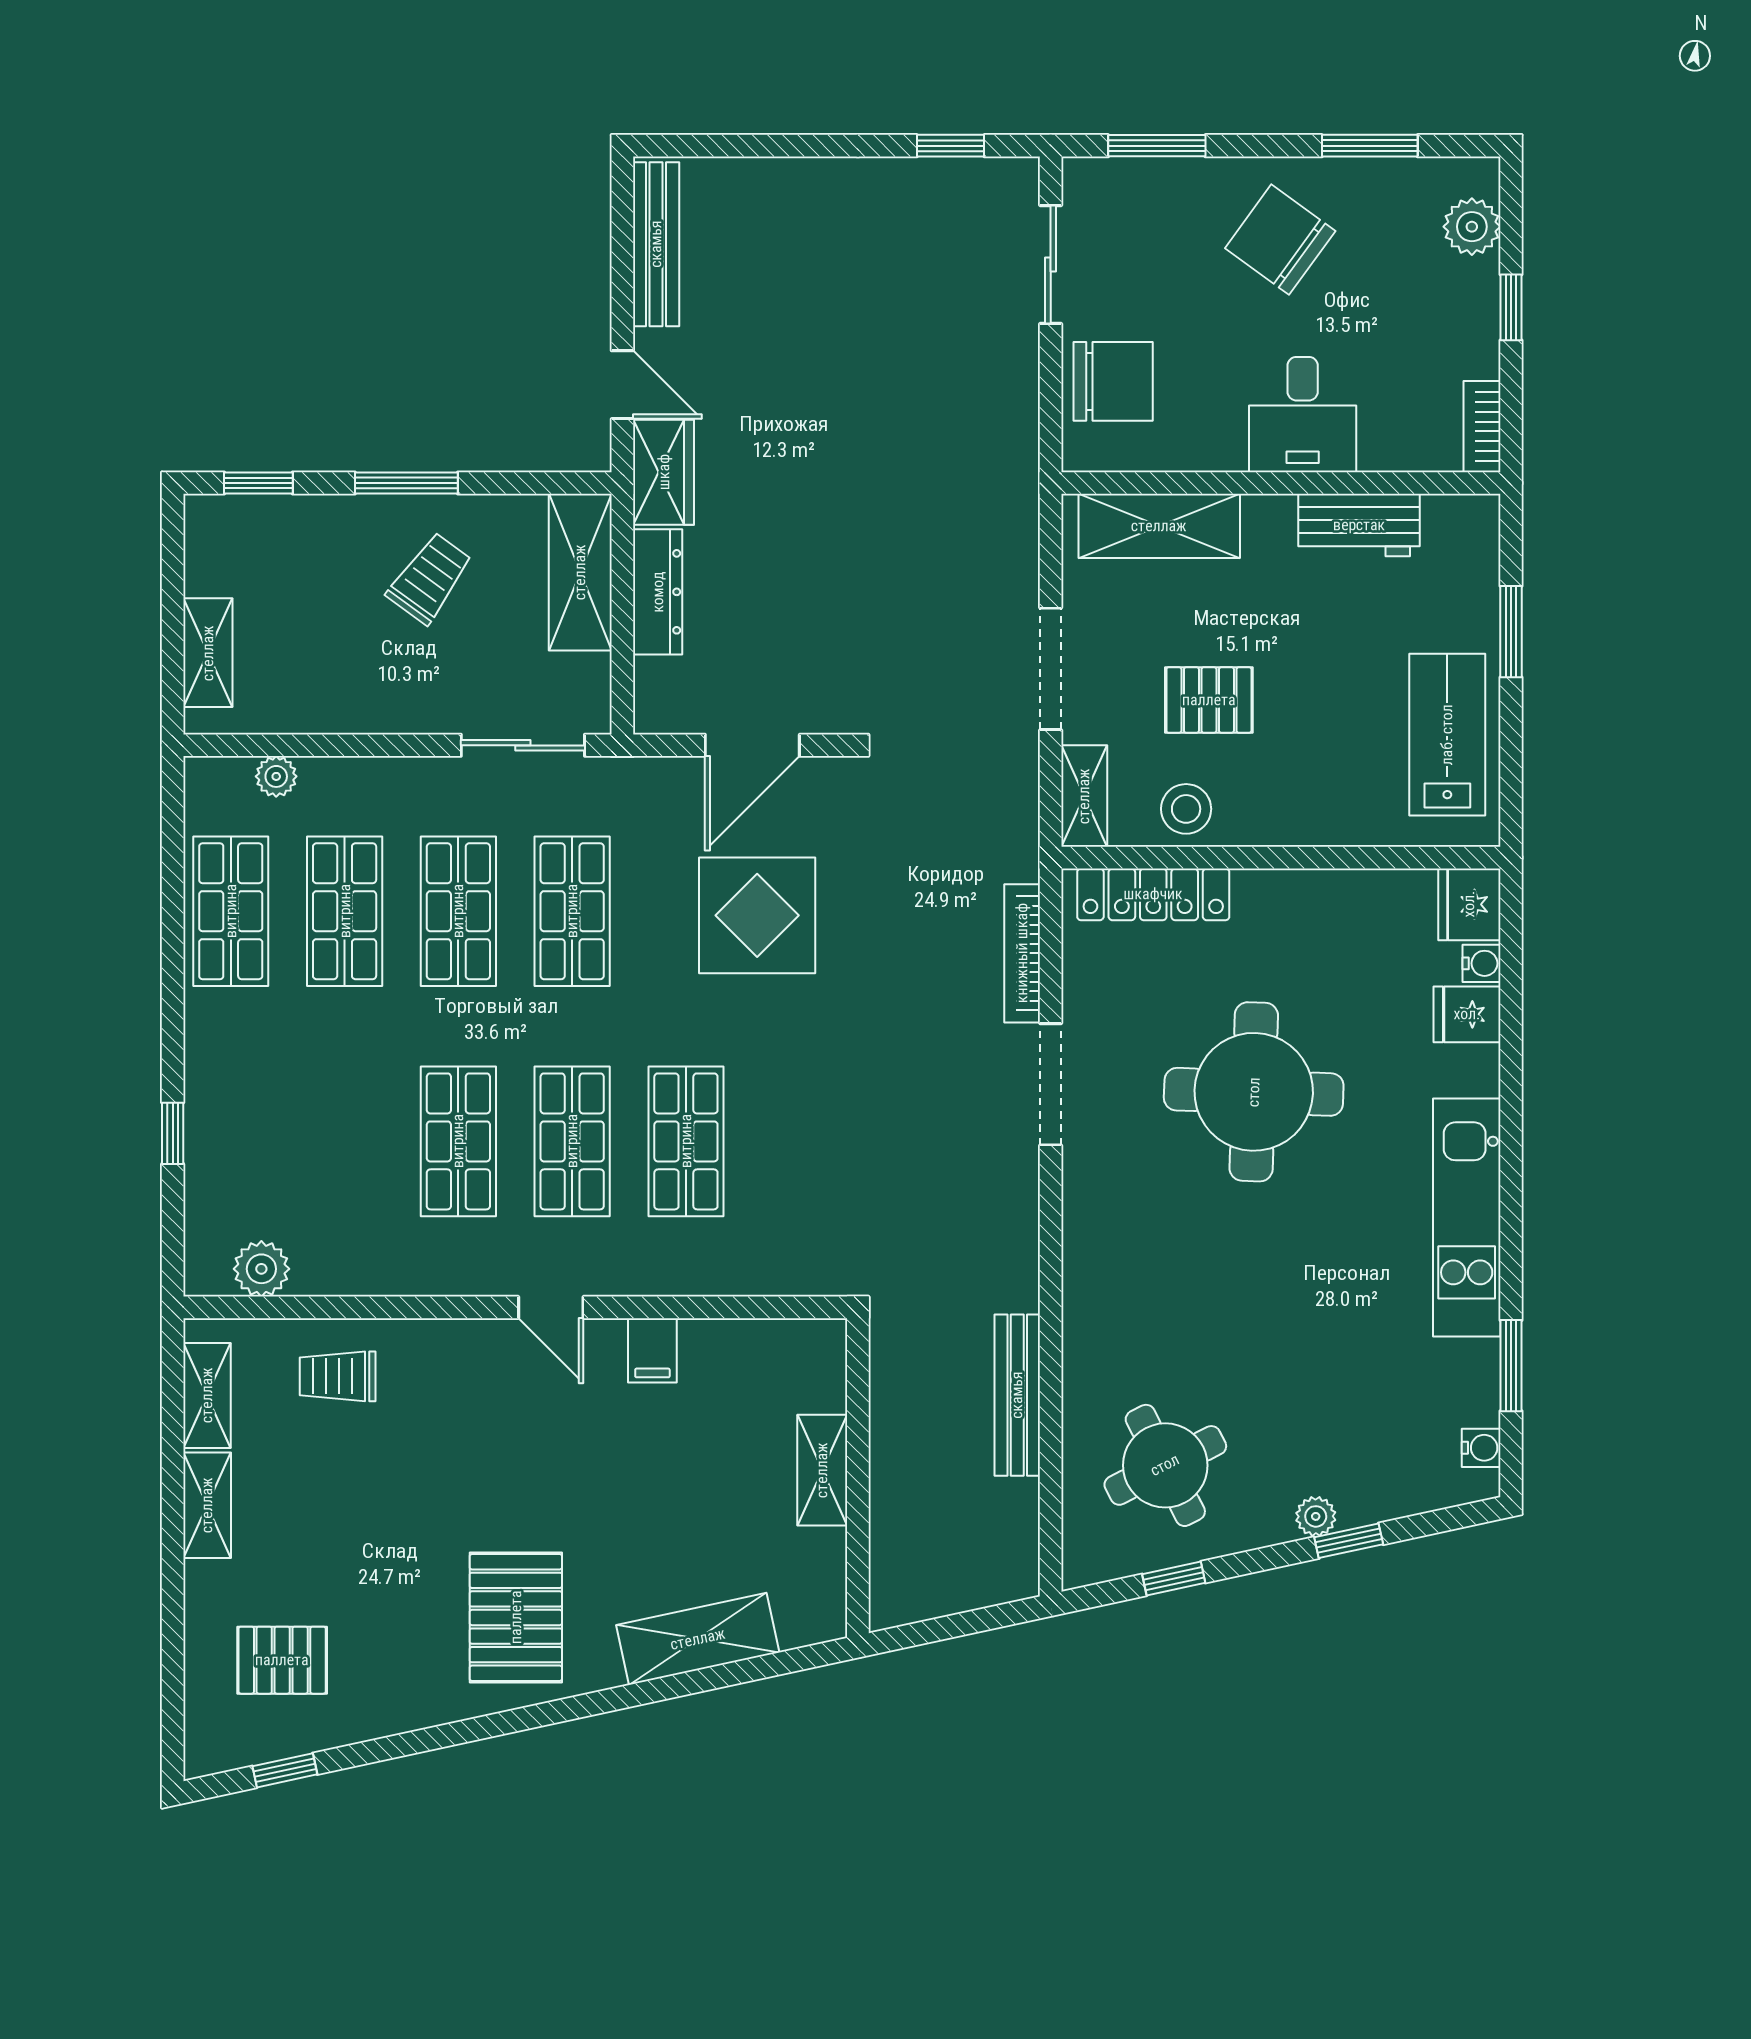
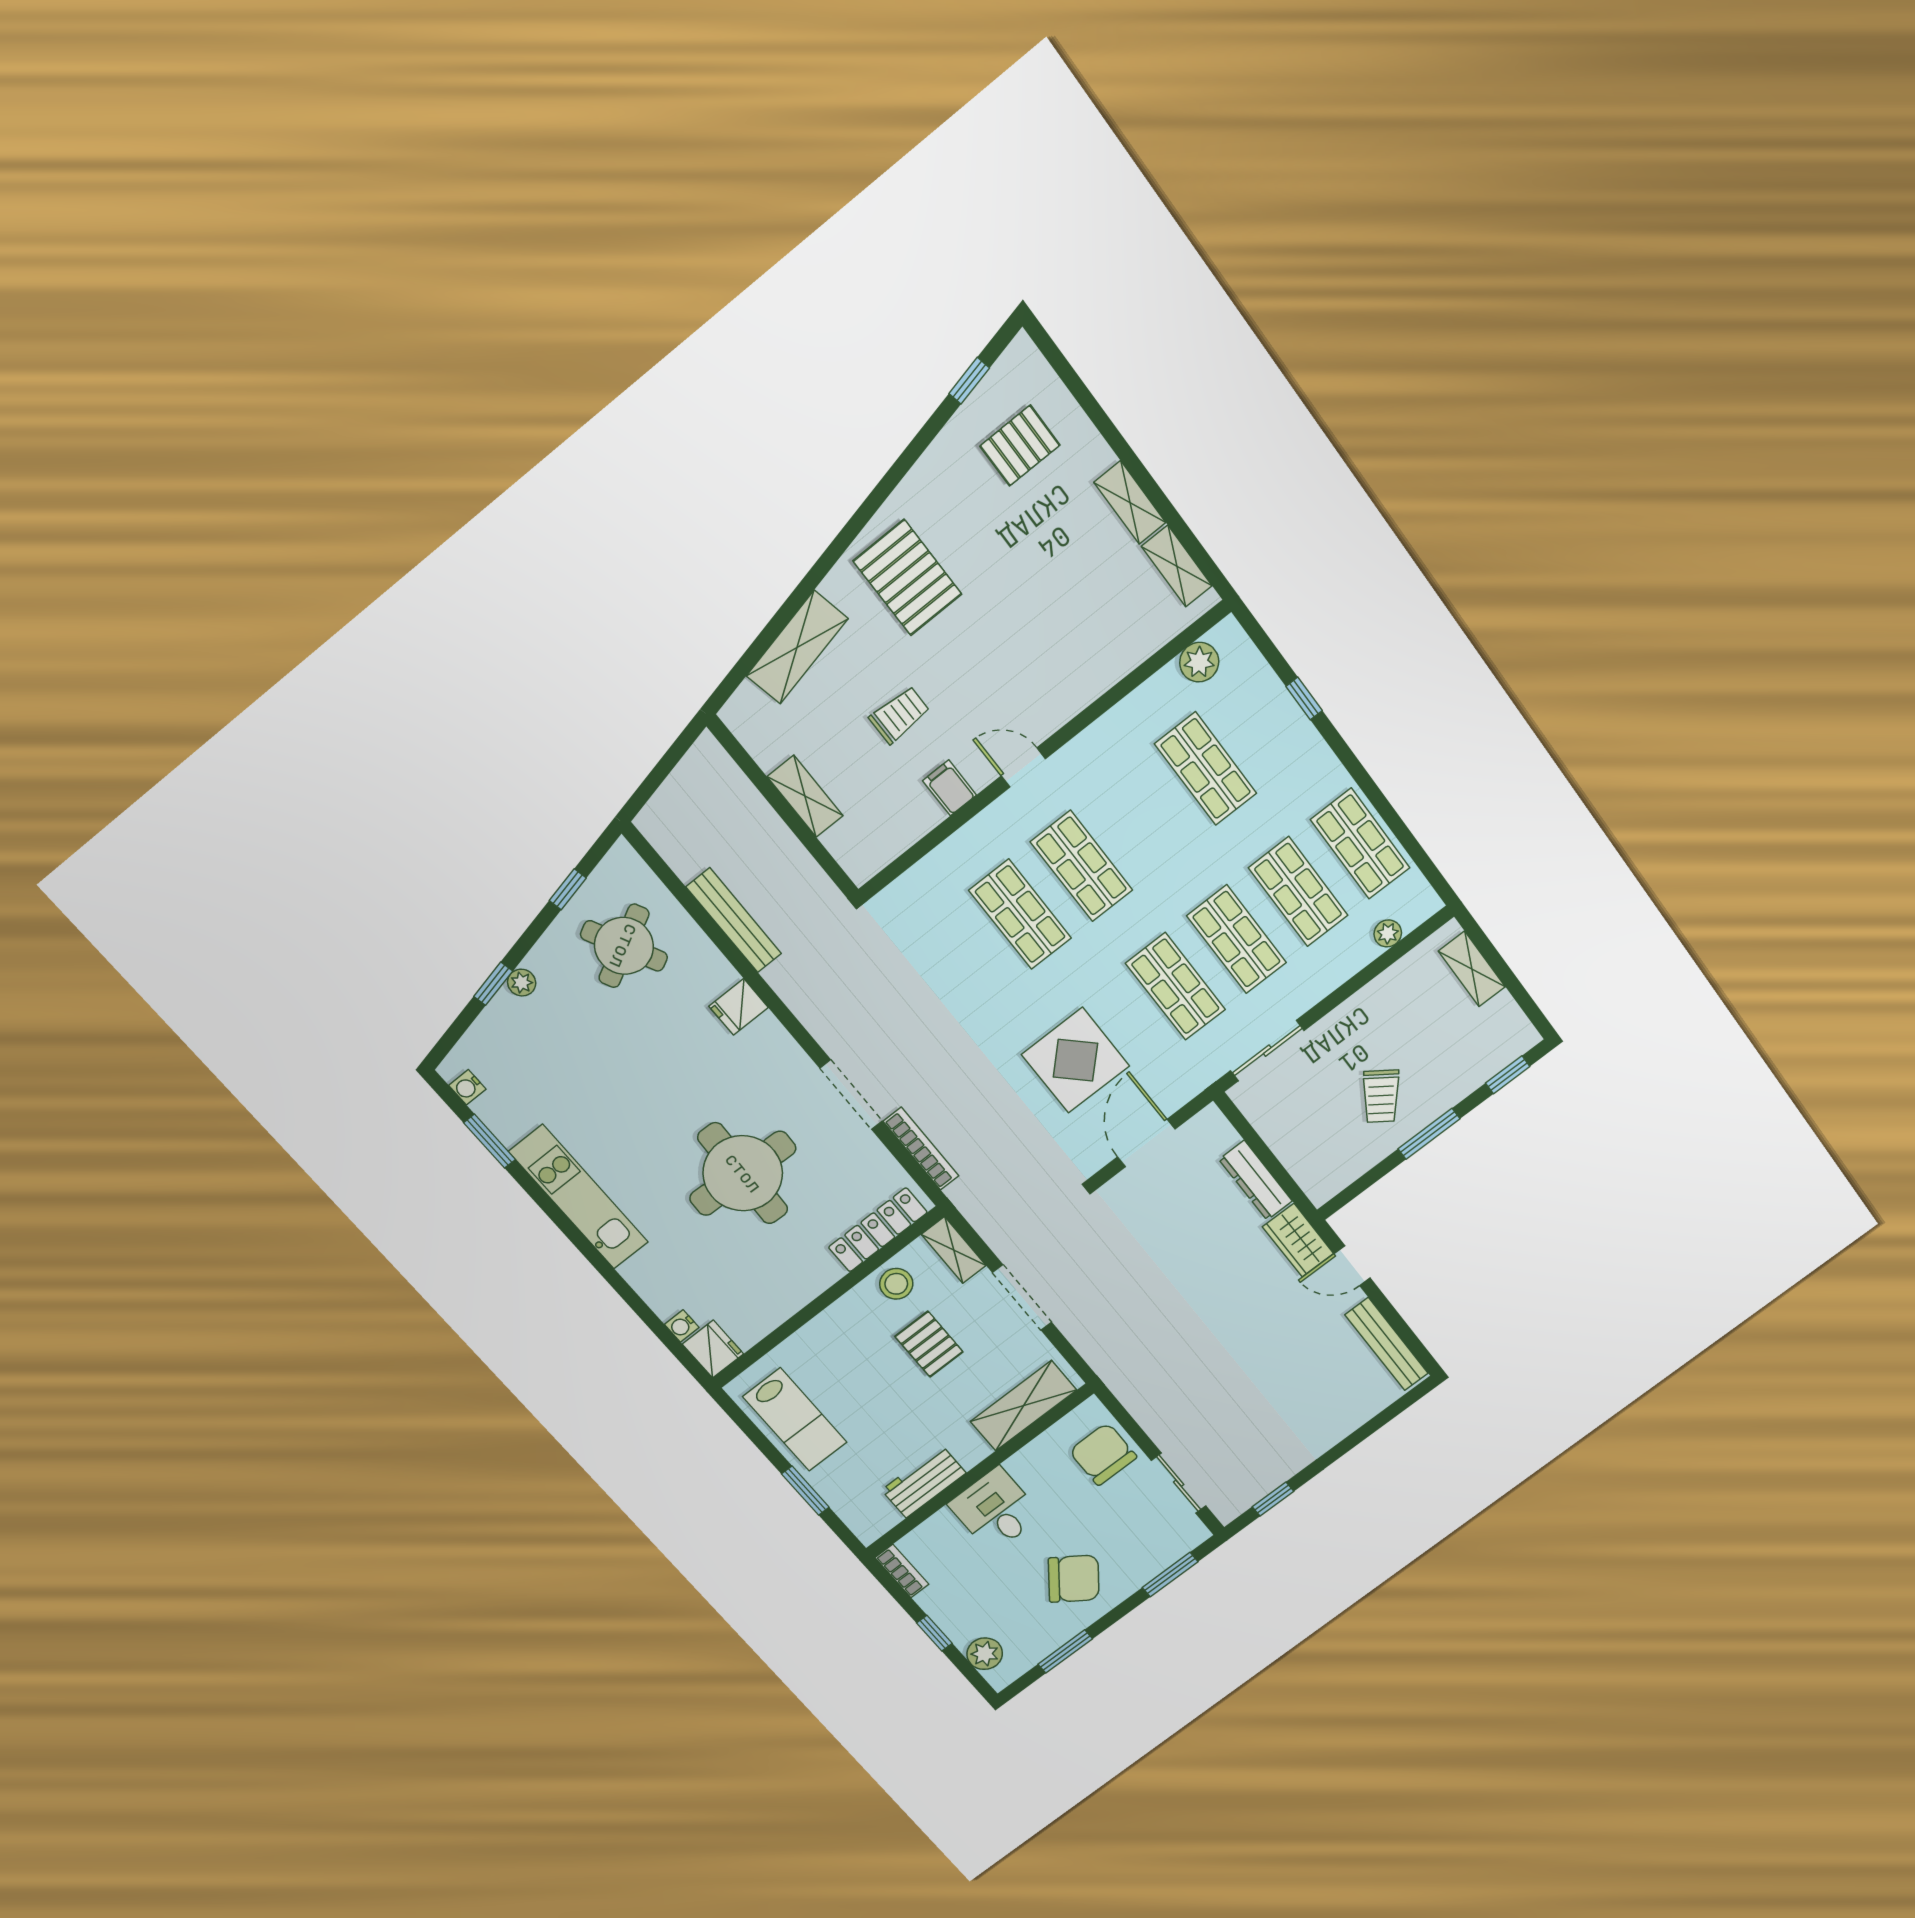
chair: (1113, 381) -> (1103, 1454), turned 90
shelving: (580, 572) -> (1304, 1159), removed
pallet: (1209, 700) -> (929, 1344), turned 90
fridge: (1467, 1014) -> (739, 1007), moved, turned 180
shop shelf: (458, 1141) -> (1206, 769), moved
trolley: (338, 1376) -> (899, 715), moved

